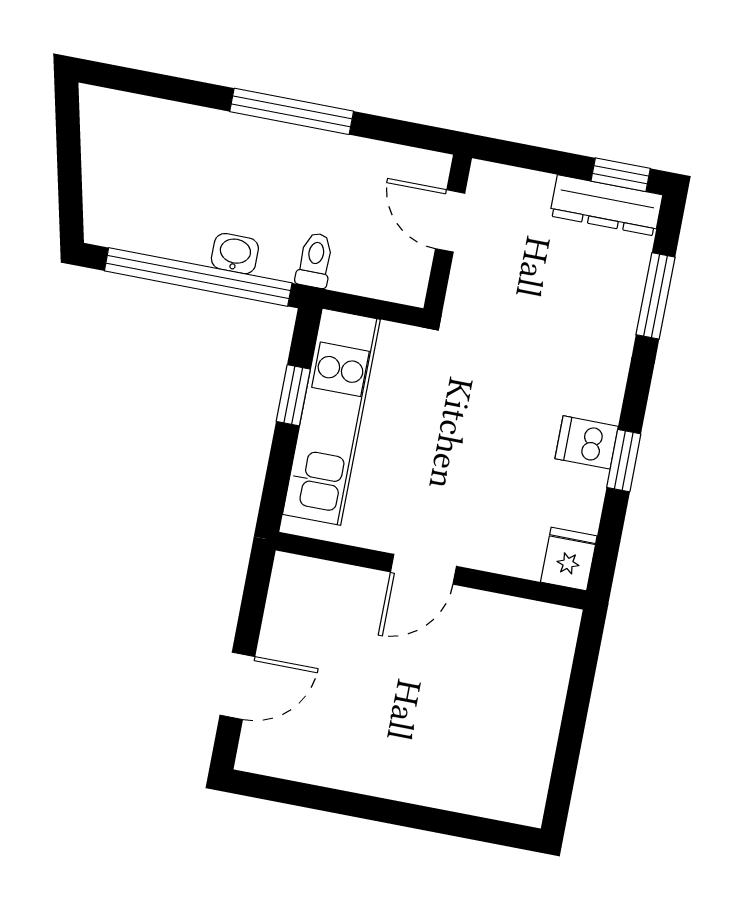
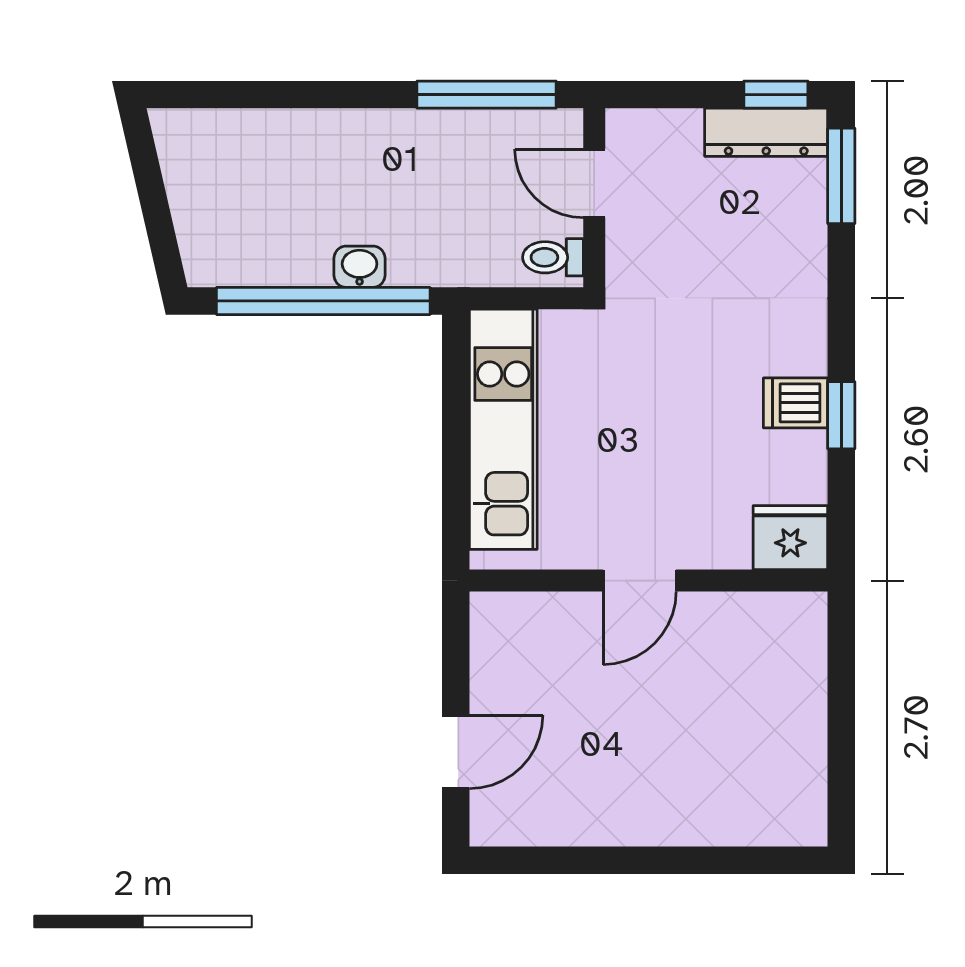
window: (292, 111) -> (487, 95), moved
toilet: (315, 260) -> (553, 257), moved, turned -90
window: (656, 296) -> (841, 176), moved
window: (293, 395) -> (456, 413), removed
fridge: (569, 559) -> (790, 538), width x1.38

